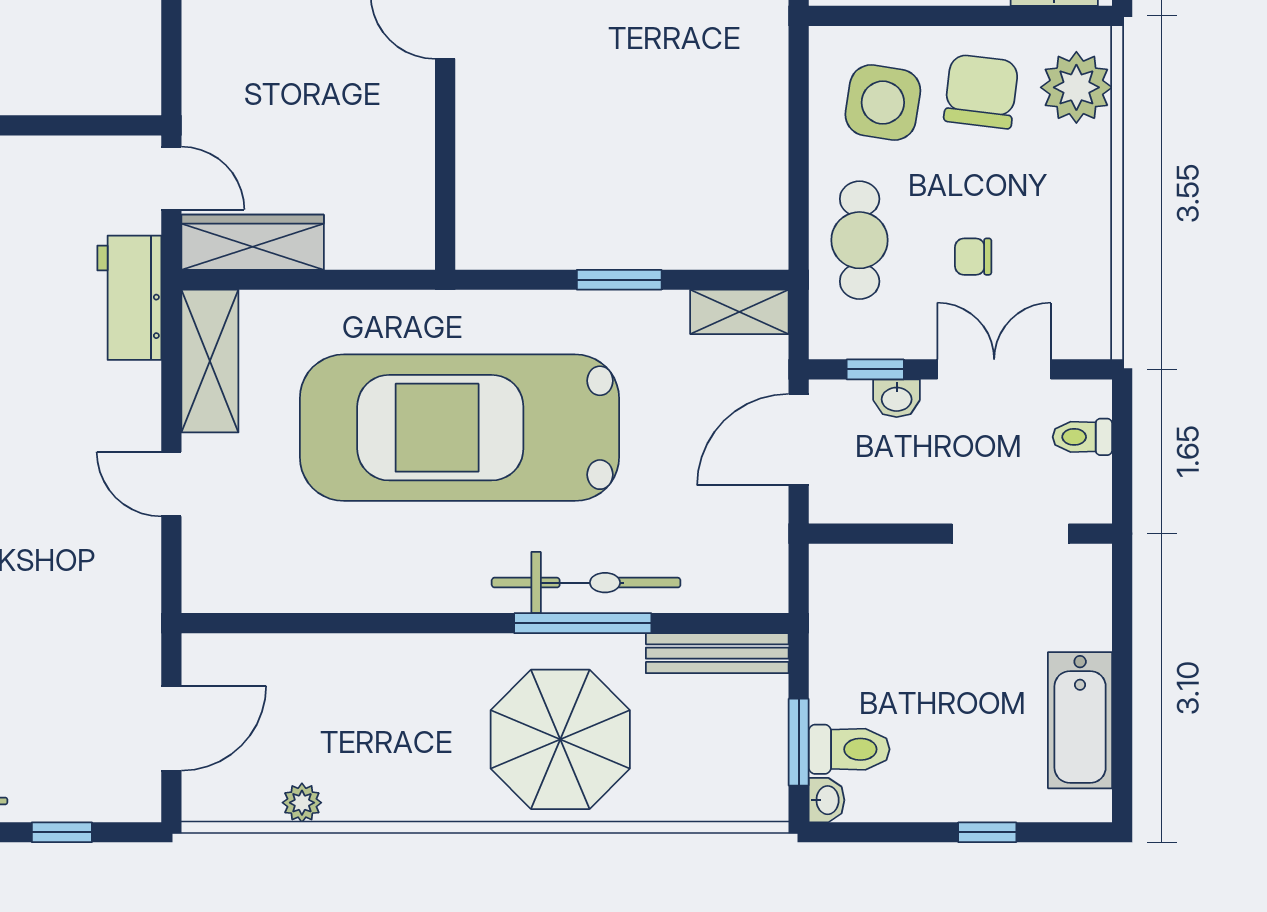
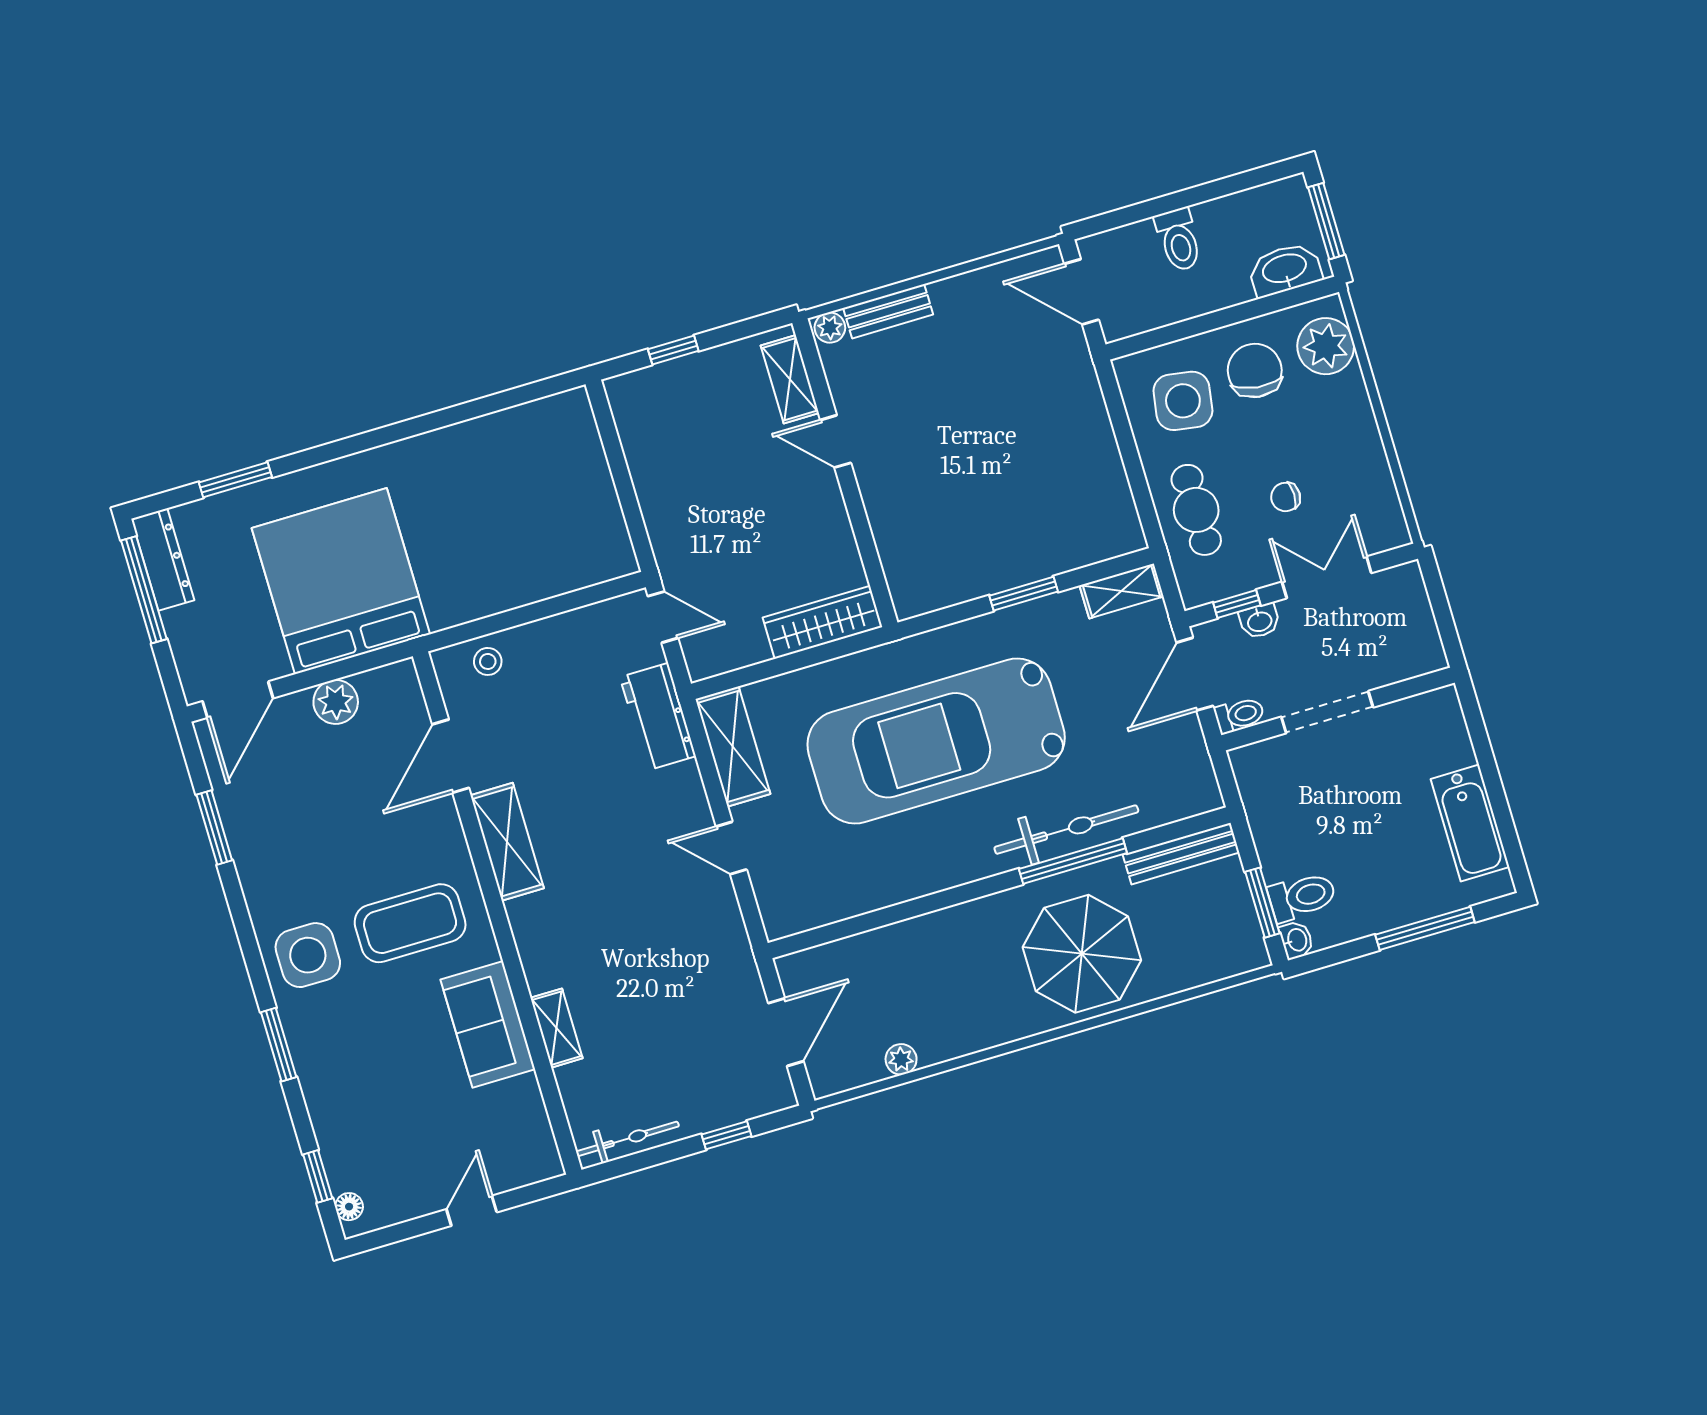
wardrobe: (253, 242) -> (823, 622), moved
toilet: (1082, 437) -> (1239, 715), moved, turned 180
doorway: (1010, 534) -> (1327, 712), moved
window: (987, 832) -> (1425, 928), width x2.17

